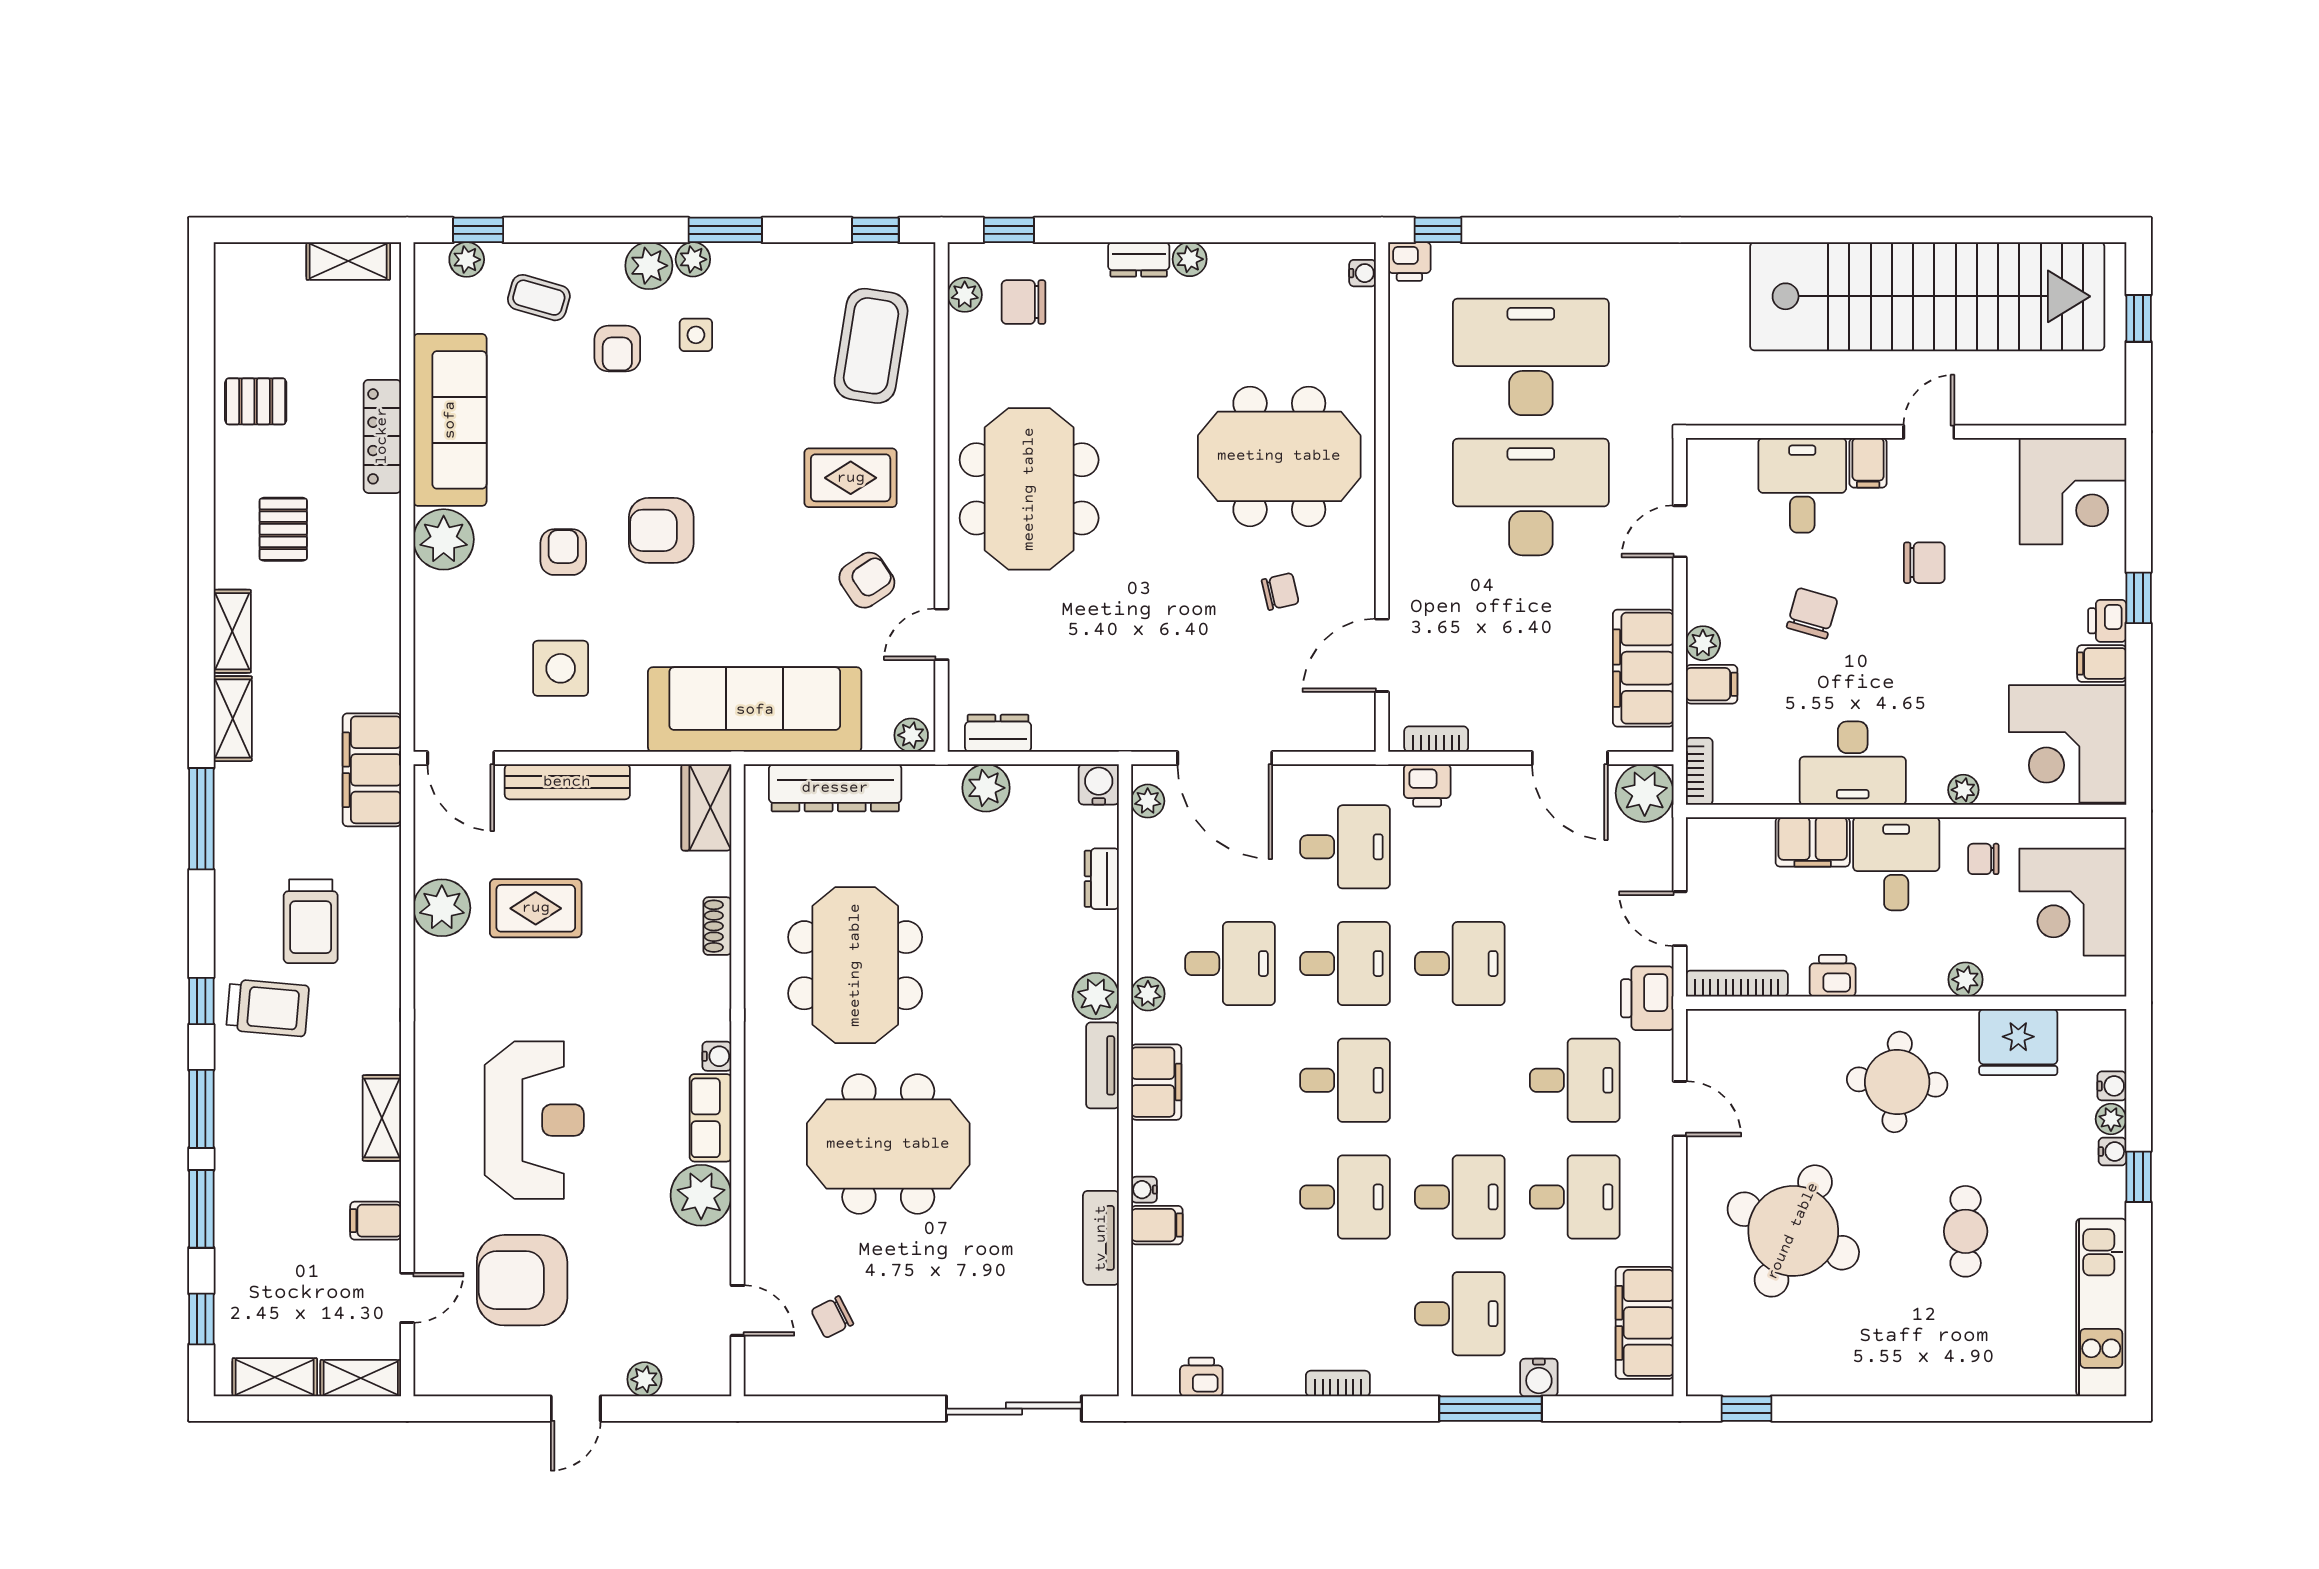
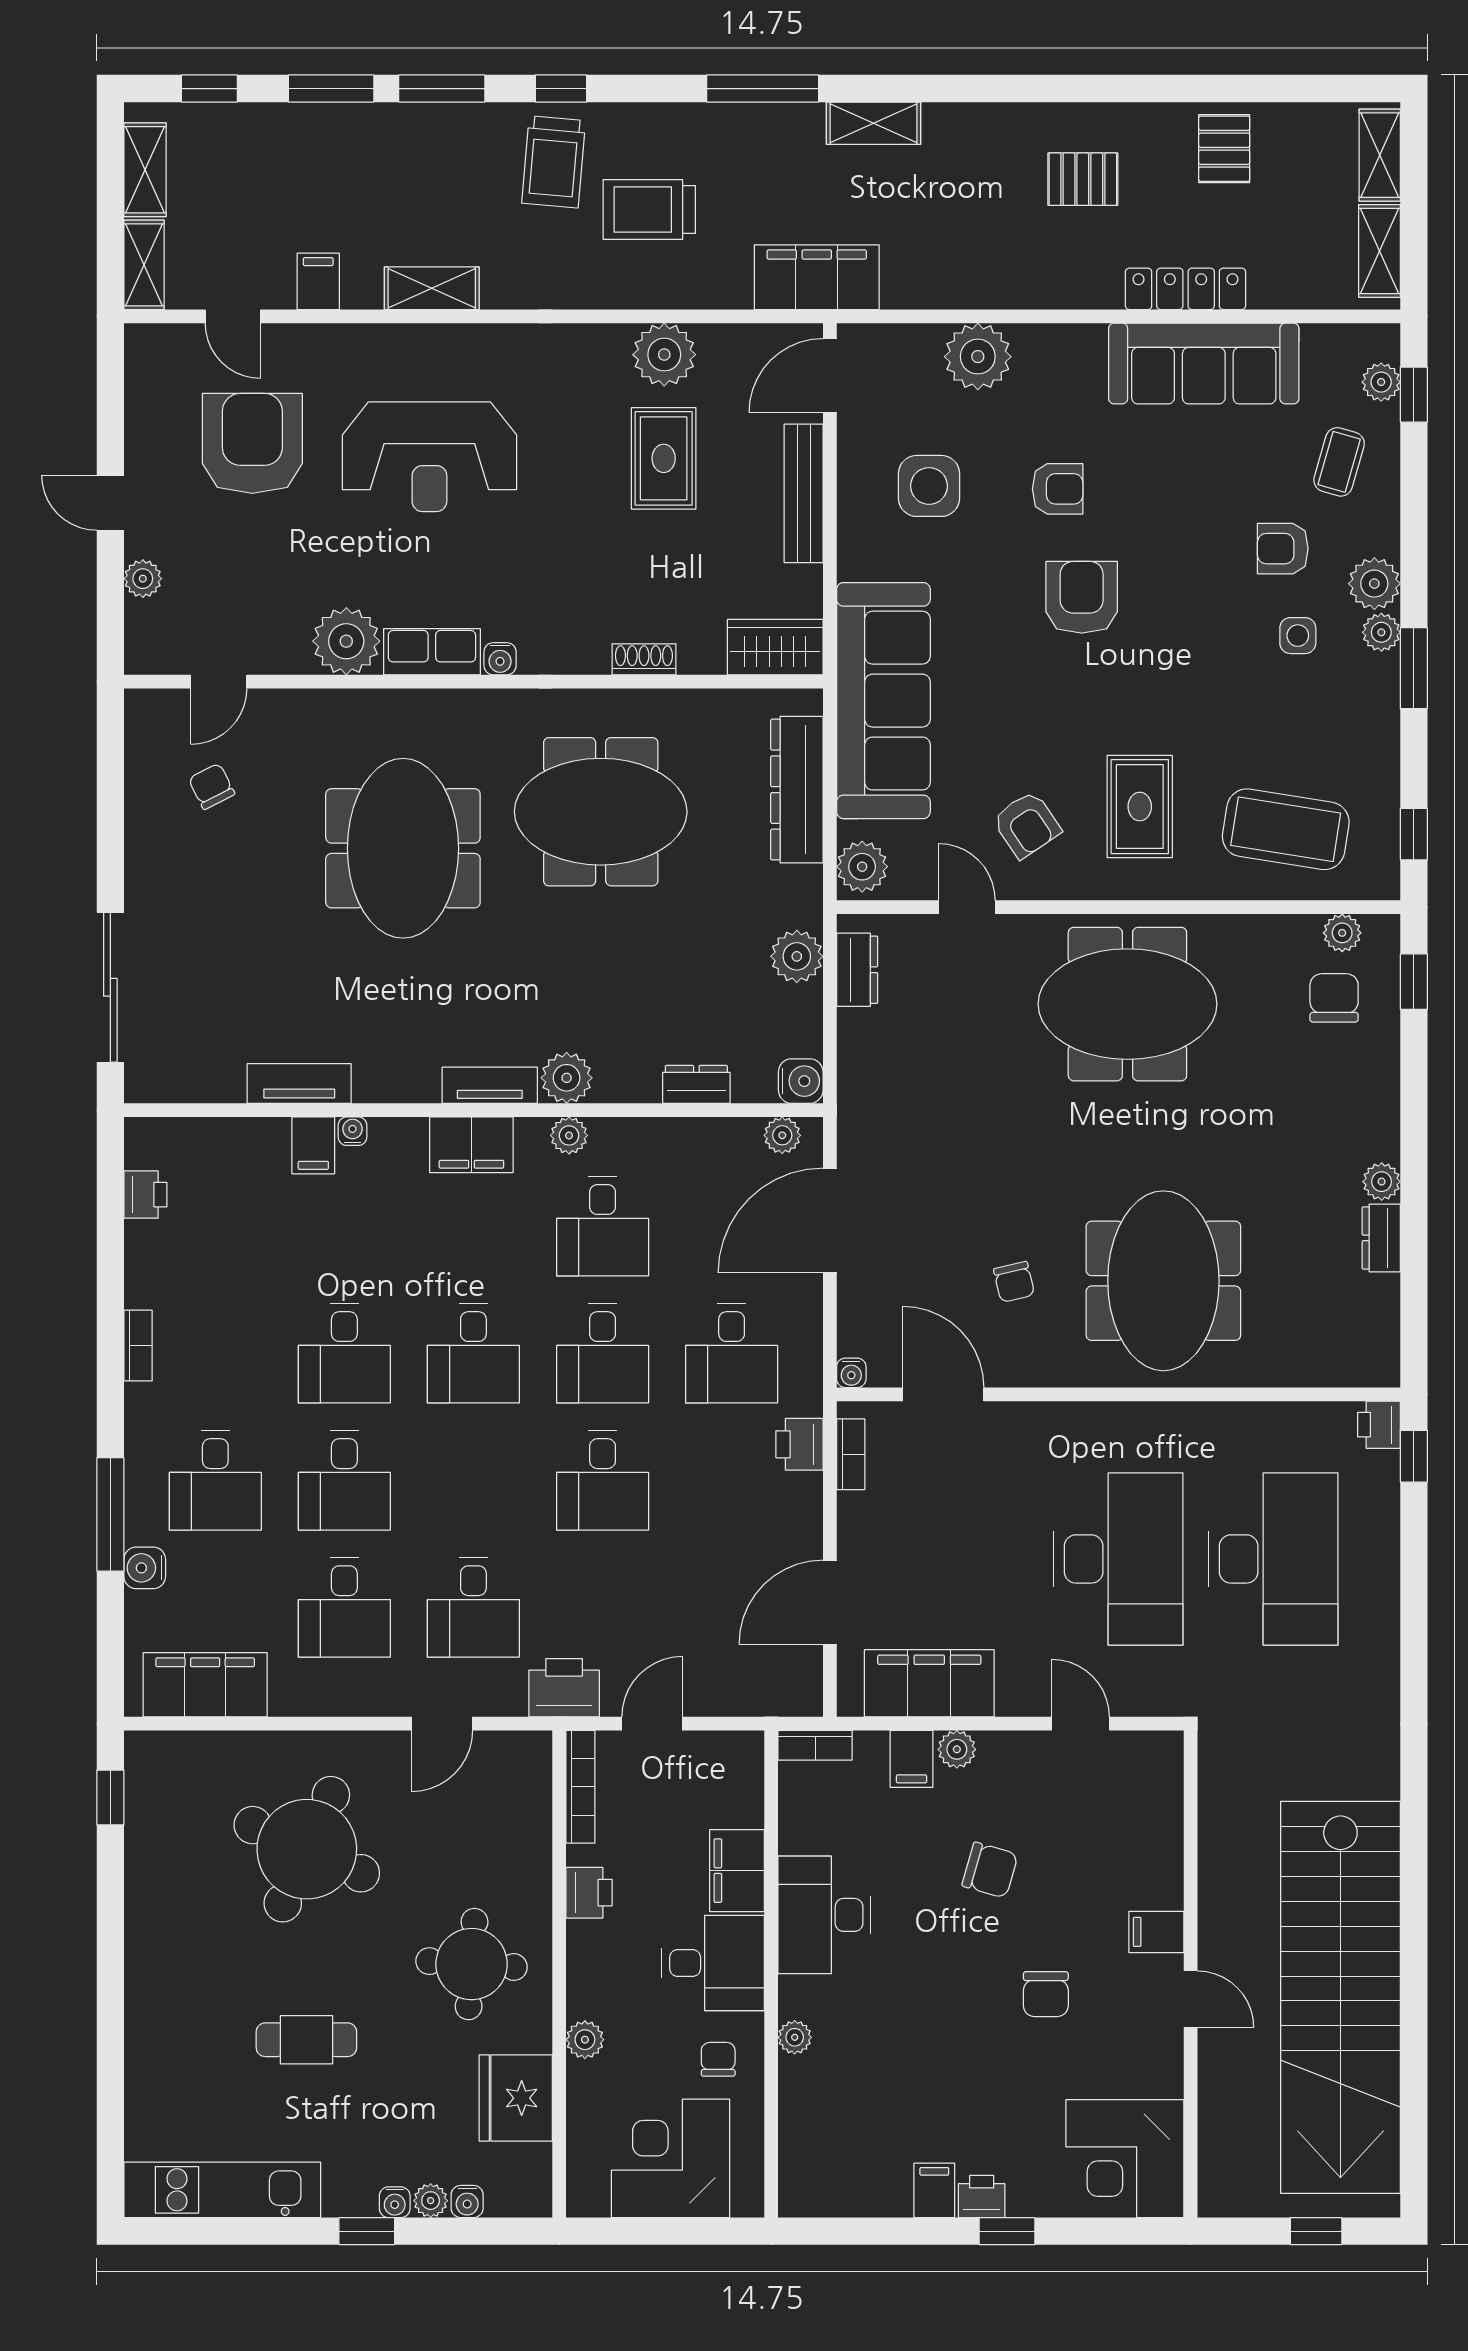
dresser: (1139, 259) -> (1381, 1238), moved
water cooler: (1363, 273) -> (851, 1373), moved
desk: (1802, 485) -> (1131, 1859), removed
plant: (444, 539) -> (978, 357), moved
shelving: (232, 631) -> (1380, 155), moved, turned 90
plant: (911, 735) -> (862, 867), width x1.38, depth x1.38
corner desk: (2068, 744) -> (845, 2153), removed
plant: (1645, 793) -> (791, 1685), removed

